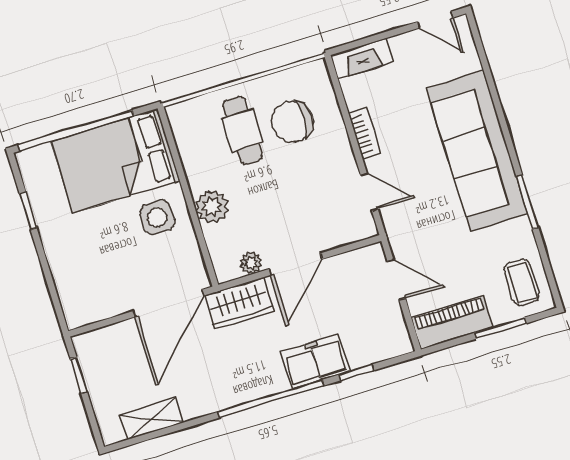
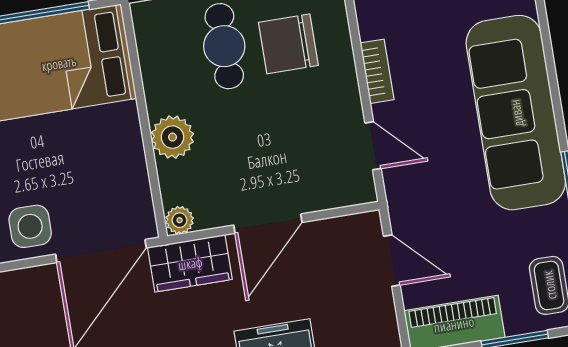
side table: (157, 217) -> (30, 226), moved
plant: (251, 263) -> (180, 220), moved

